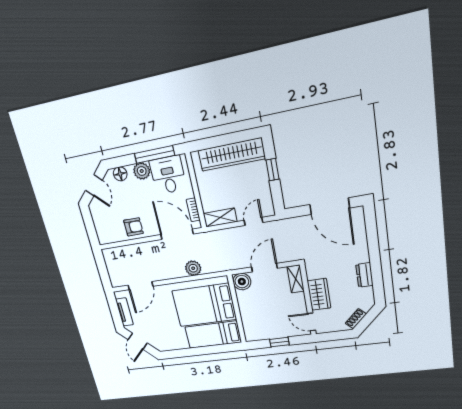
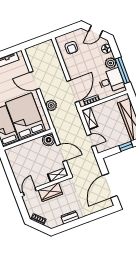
armchair: (133, 227) -> (71, 48), moved
door: (140, 286) -> (34, 81), moved
window: (279, 342) -> (9, 173), removed

